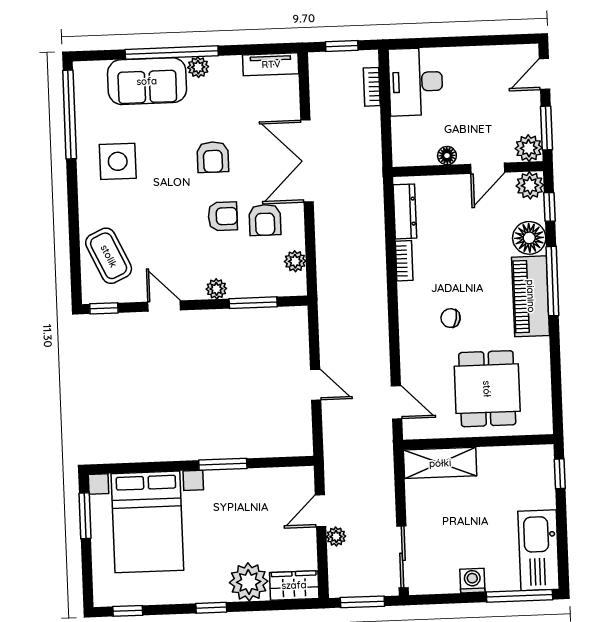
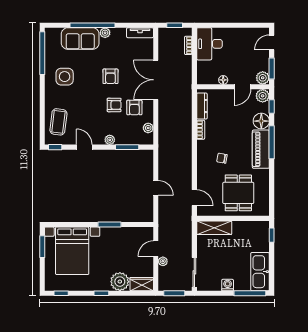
coffee table: (109, 256) -> (58, 122), turned 32

